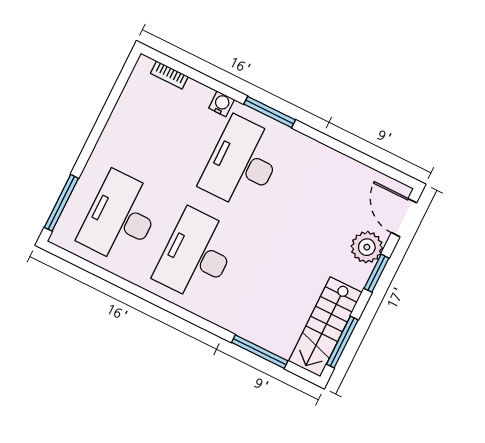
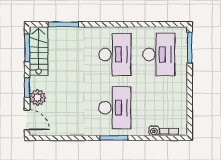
water cooler: (222, 104) -> (154, 131), moved

